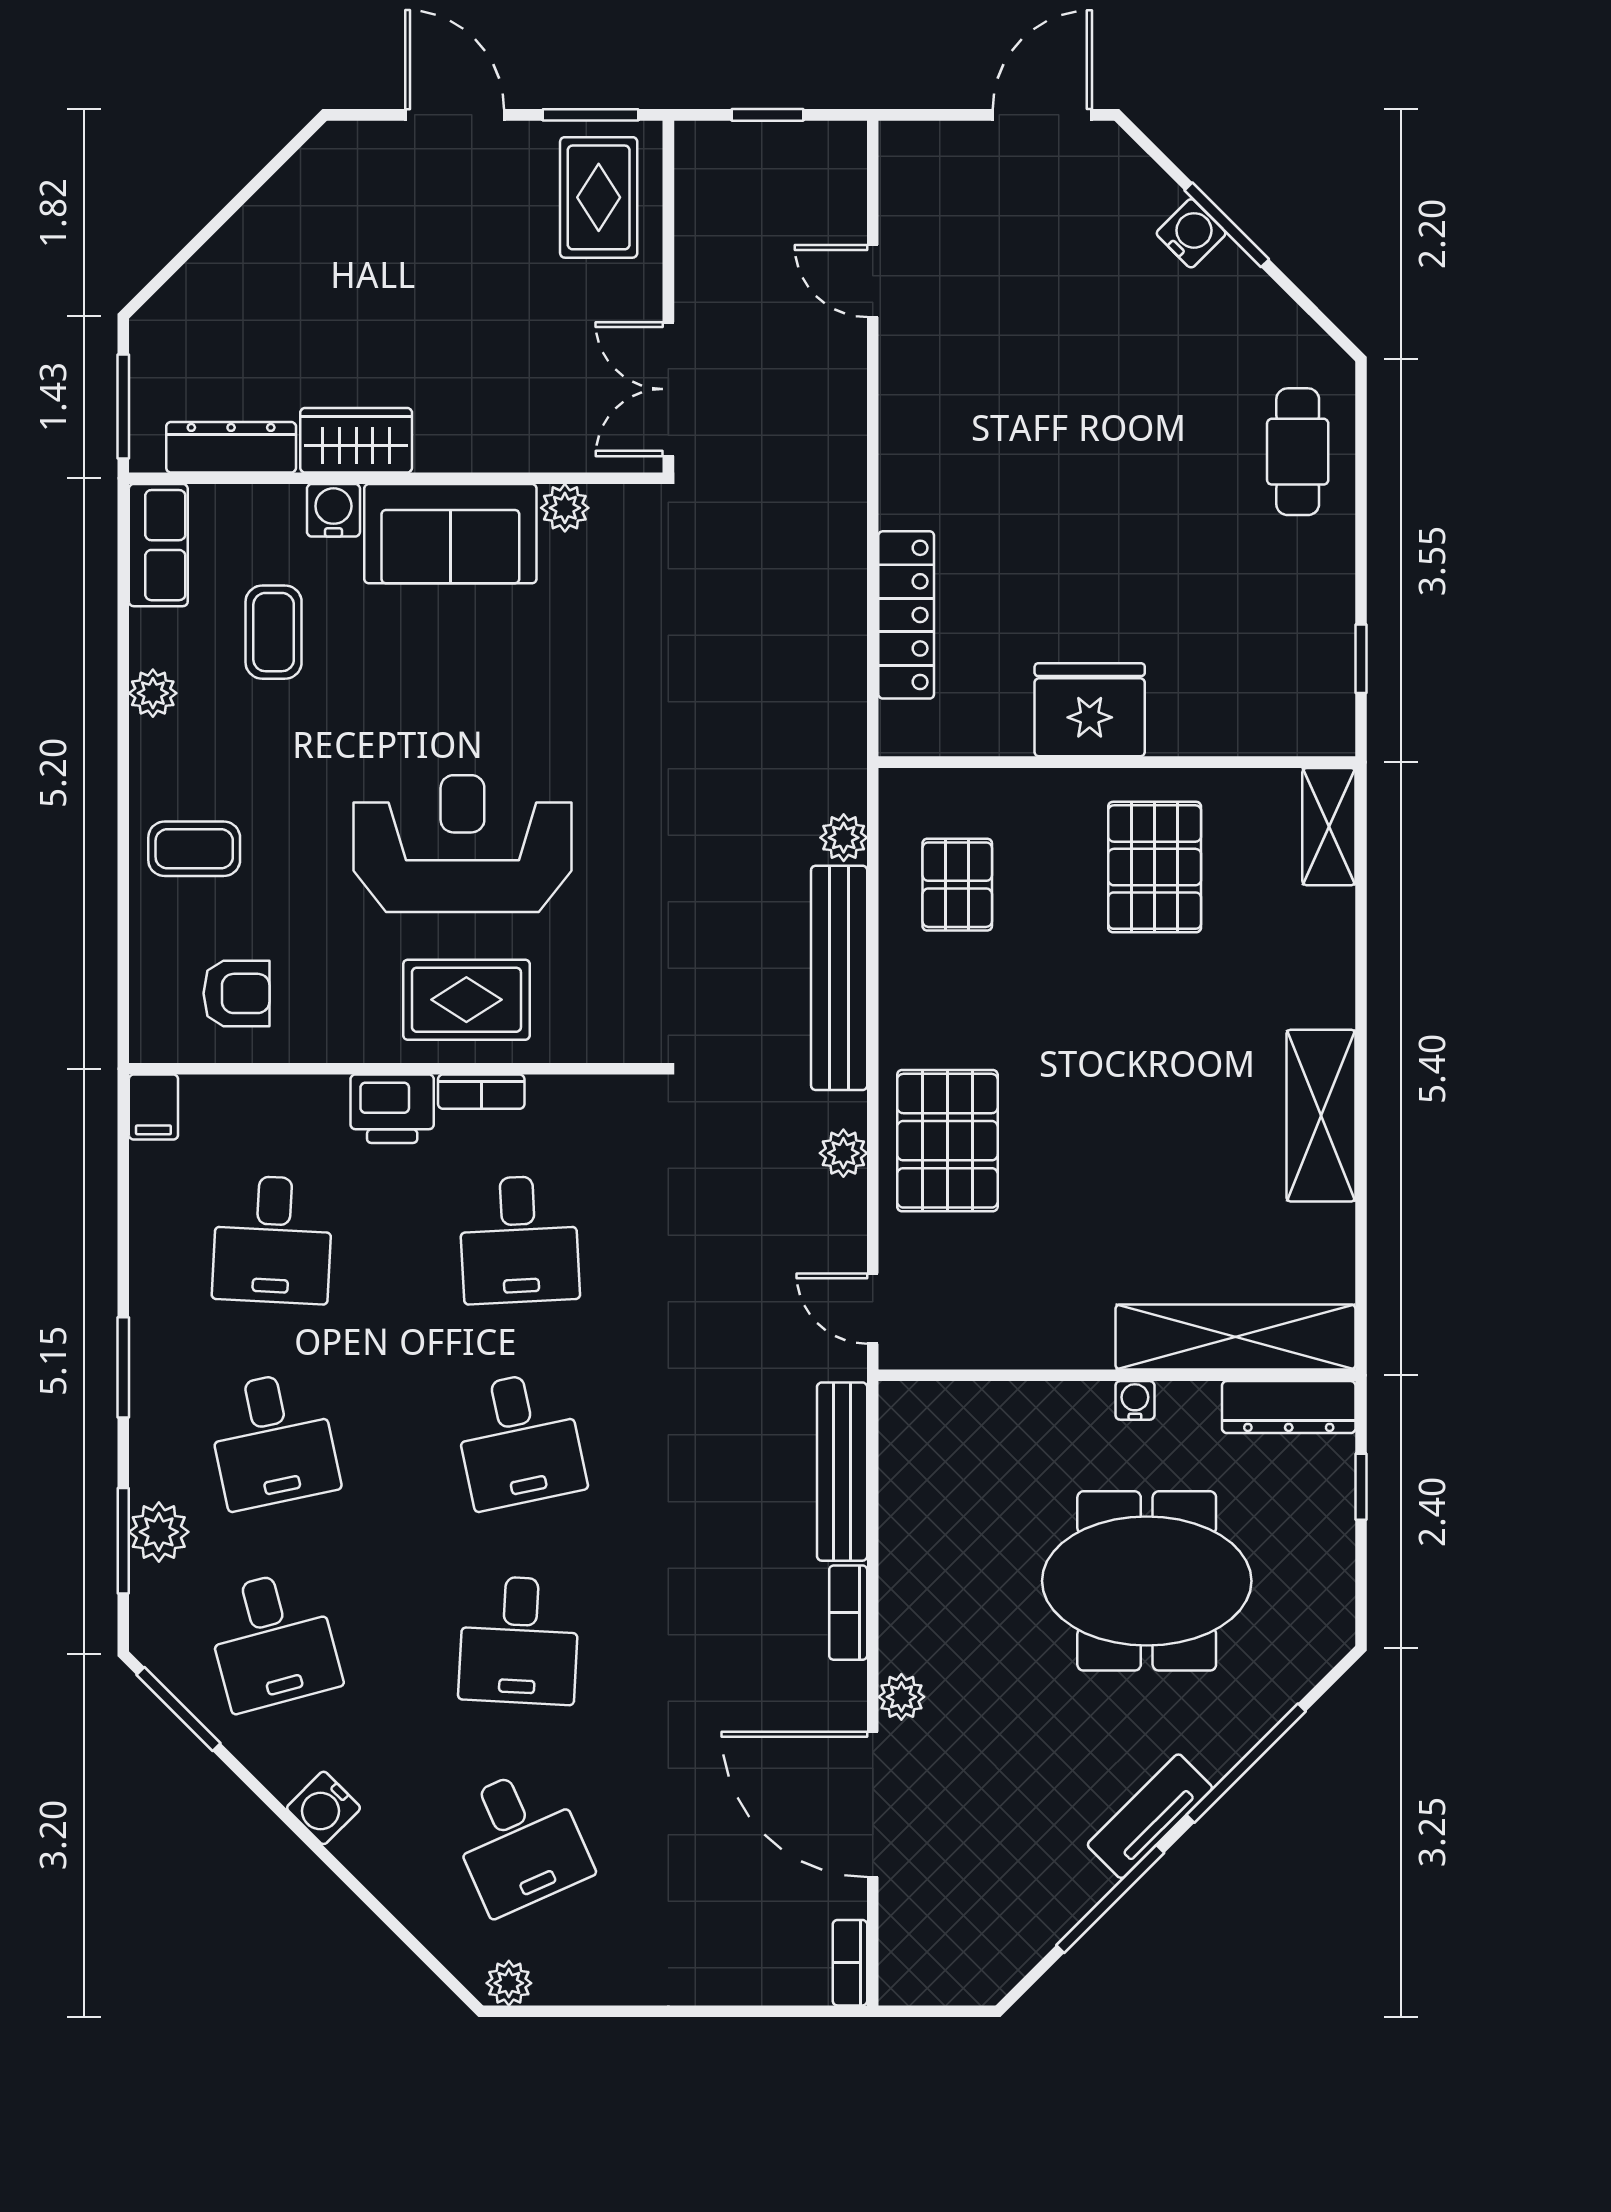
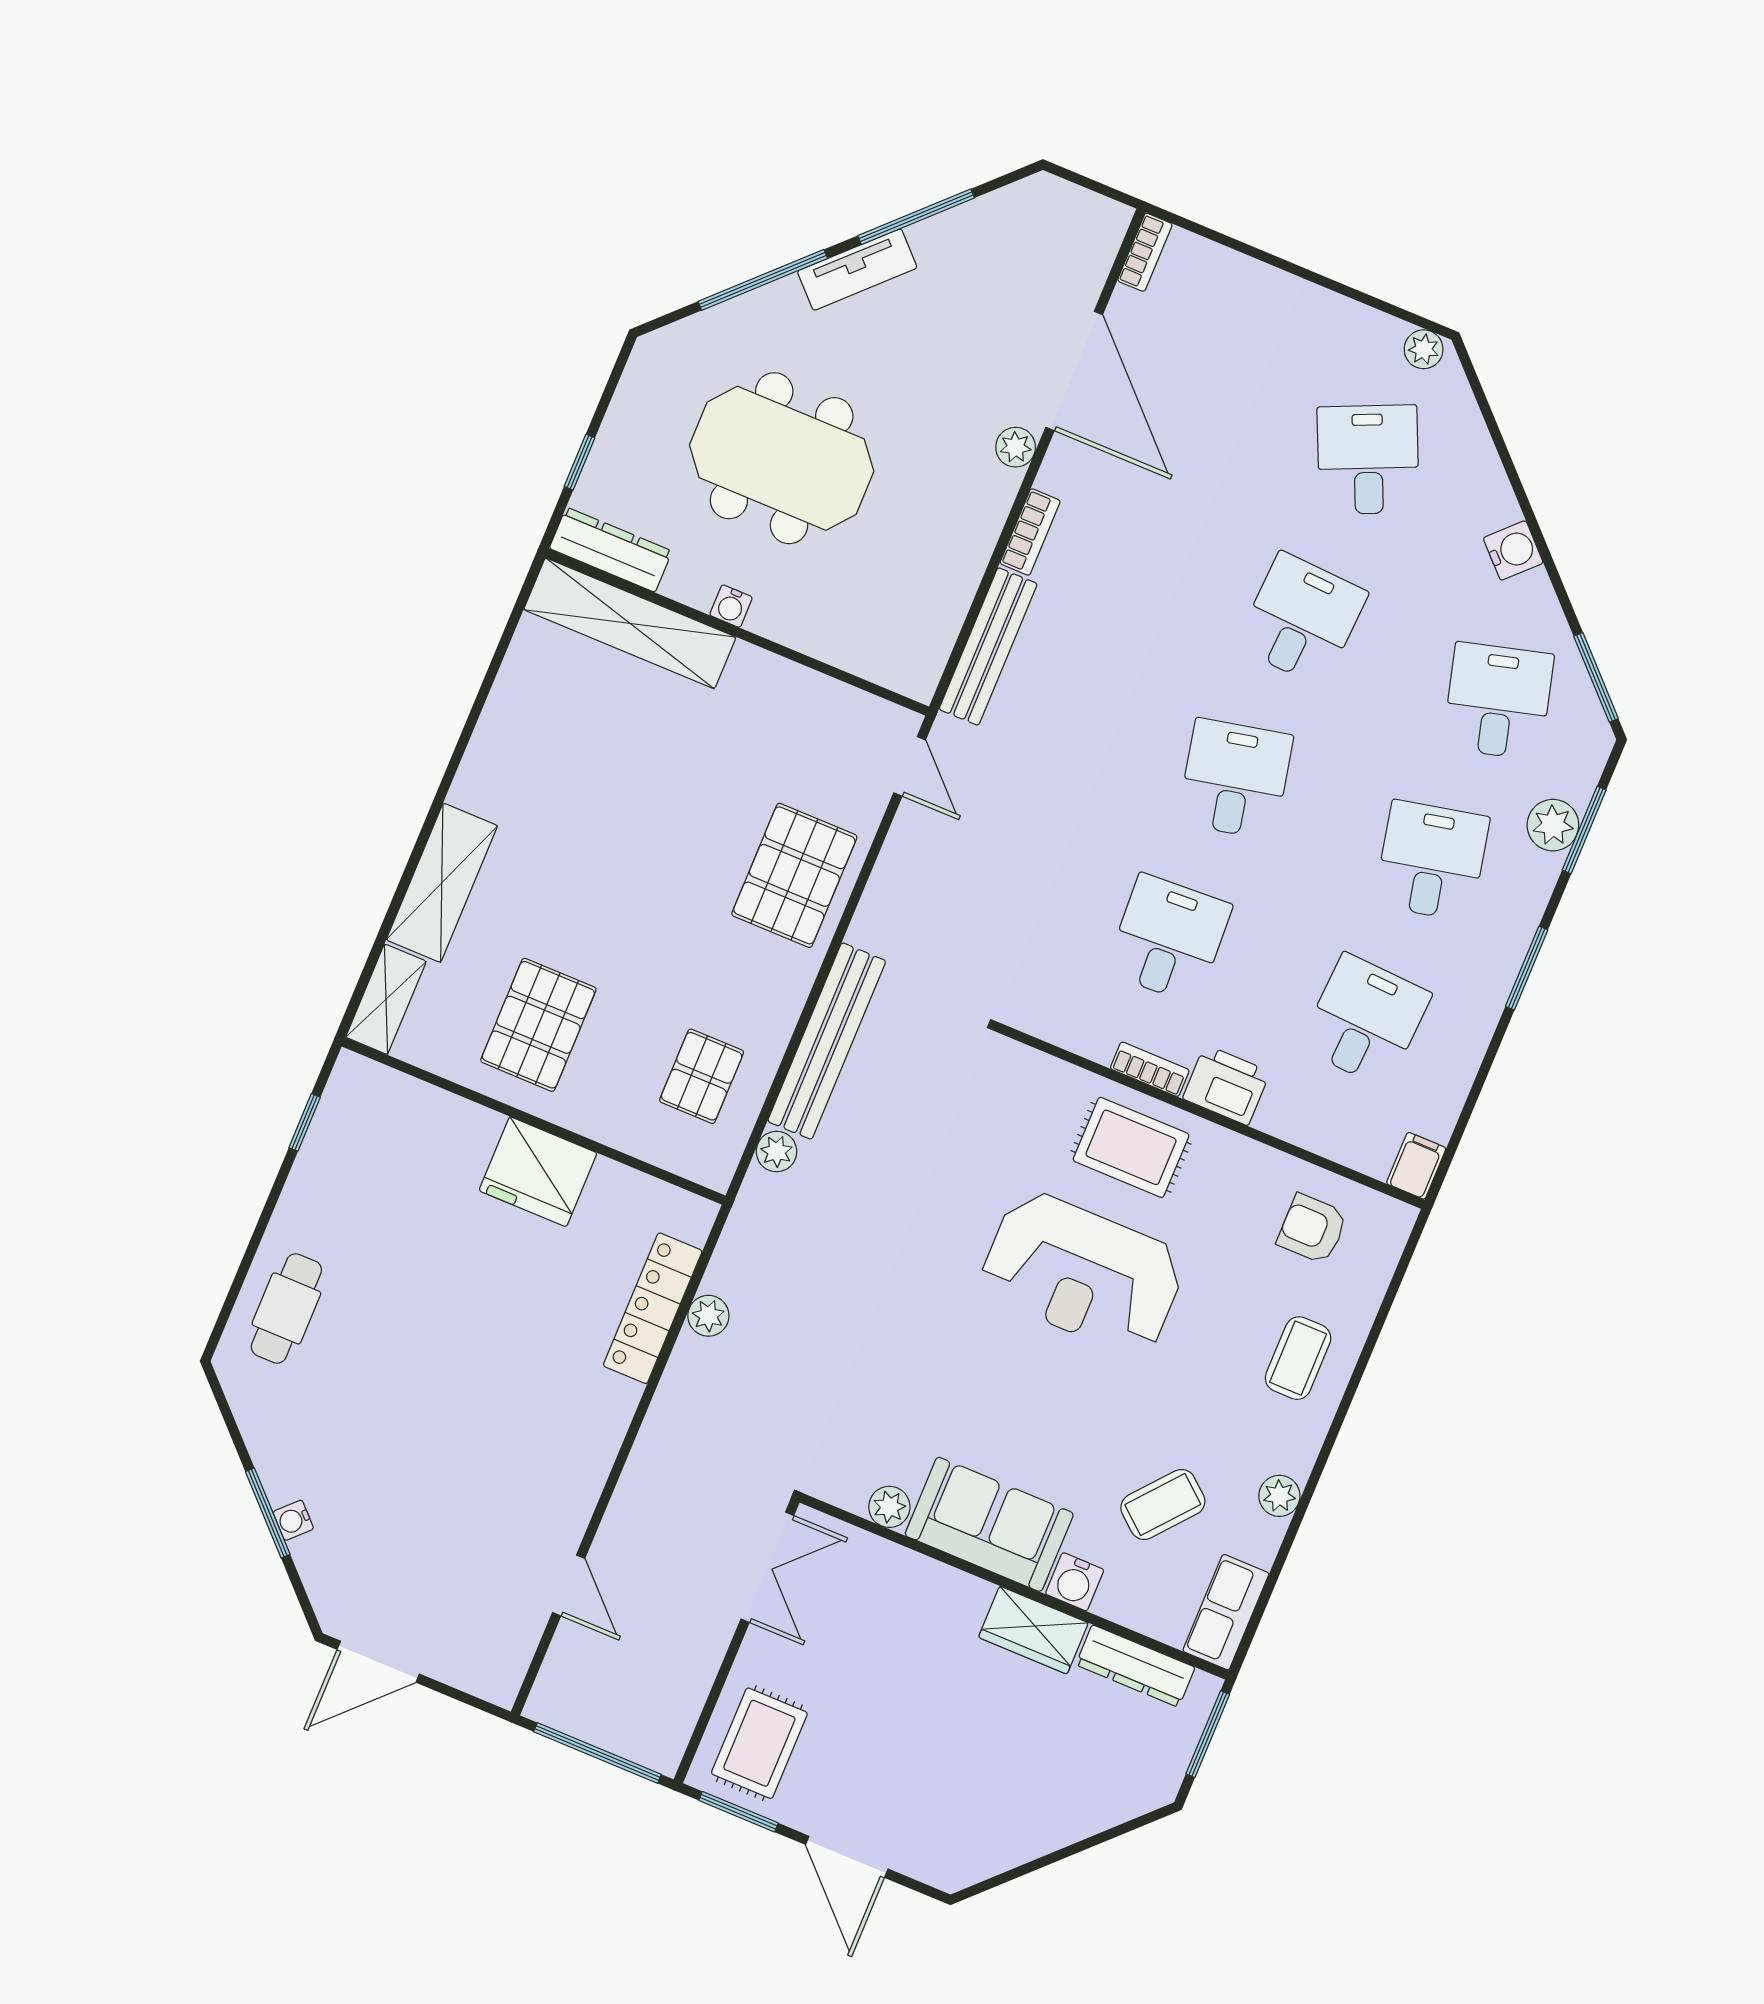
window: (767, 115) -> (597, 1753), width x2.17
water cooler: (1191, 233) -> (293, 1520), width x0.72, depth x0.72
coffee table: (274, 632) -> (1163, 1504), turned 40
coffee table: (194, 849) -> (1298, 1358), turned 90
shelving: (1321, 1116) -> (442, 883), moved
plant: (843, 1153) -> (708, 1316), moved

